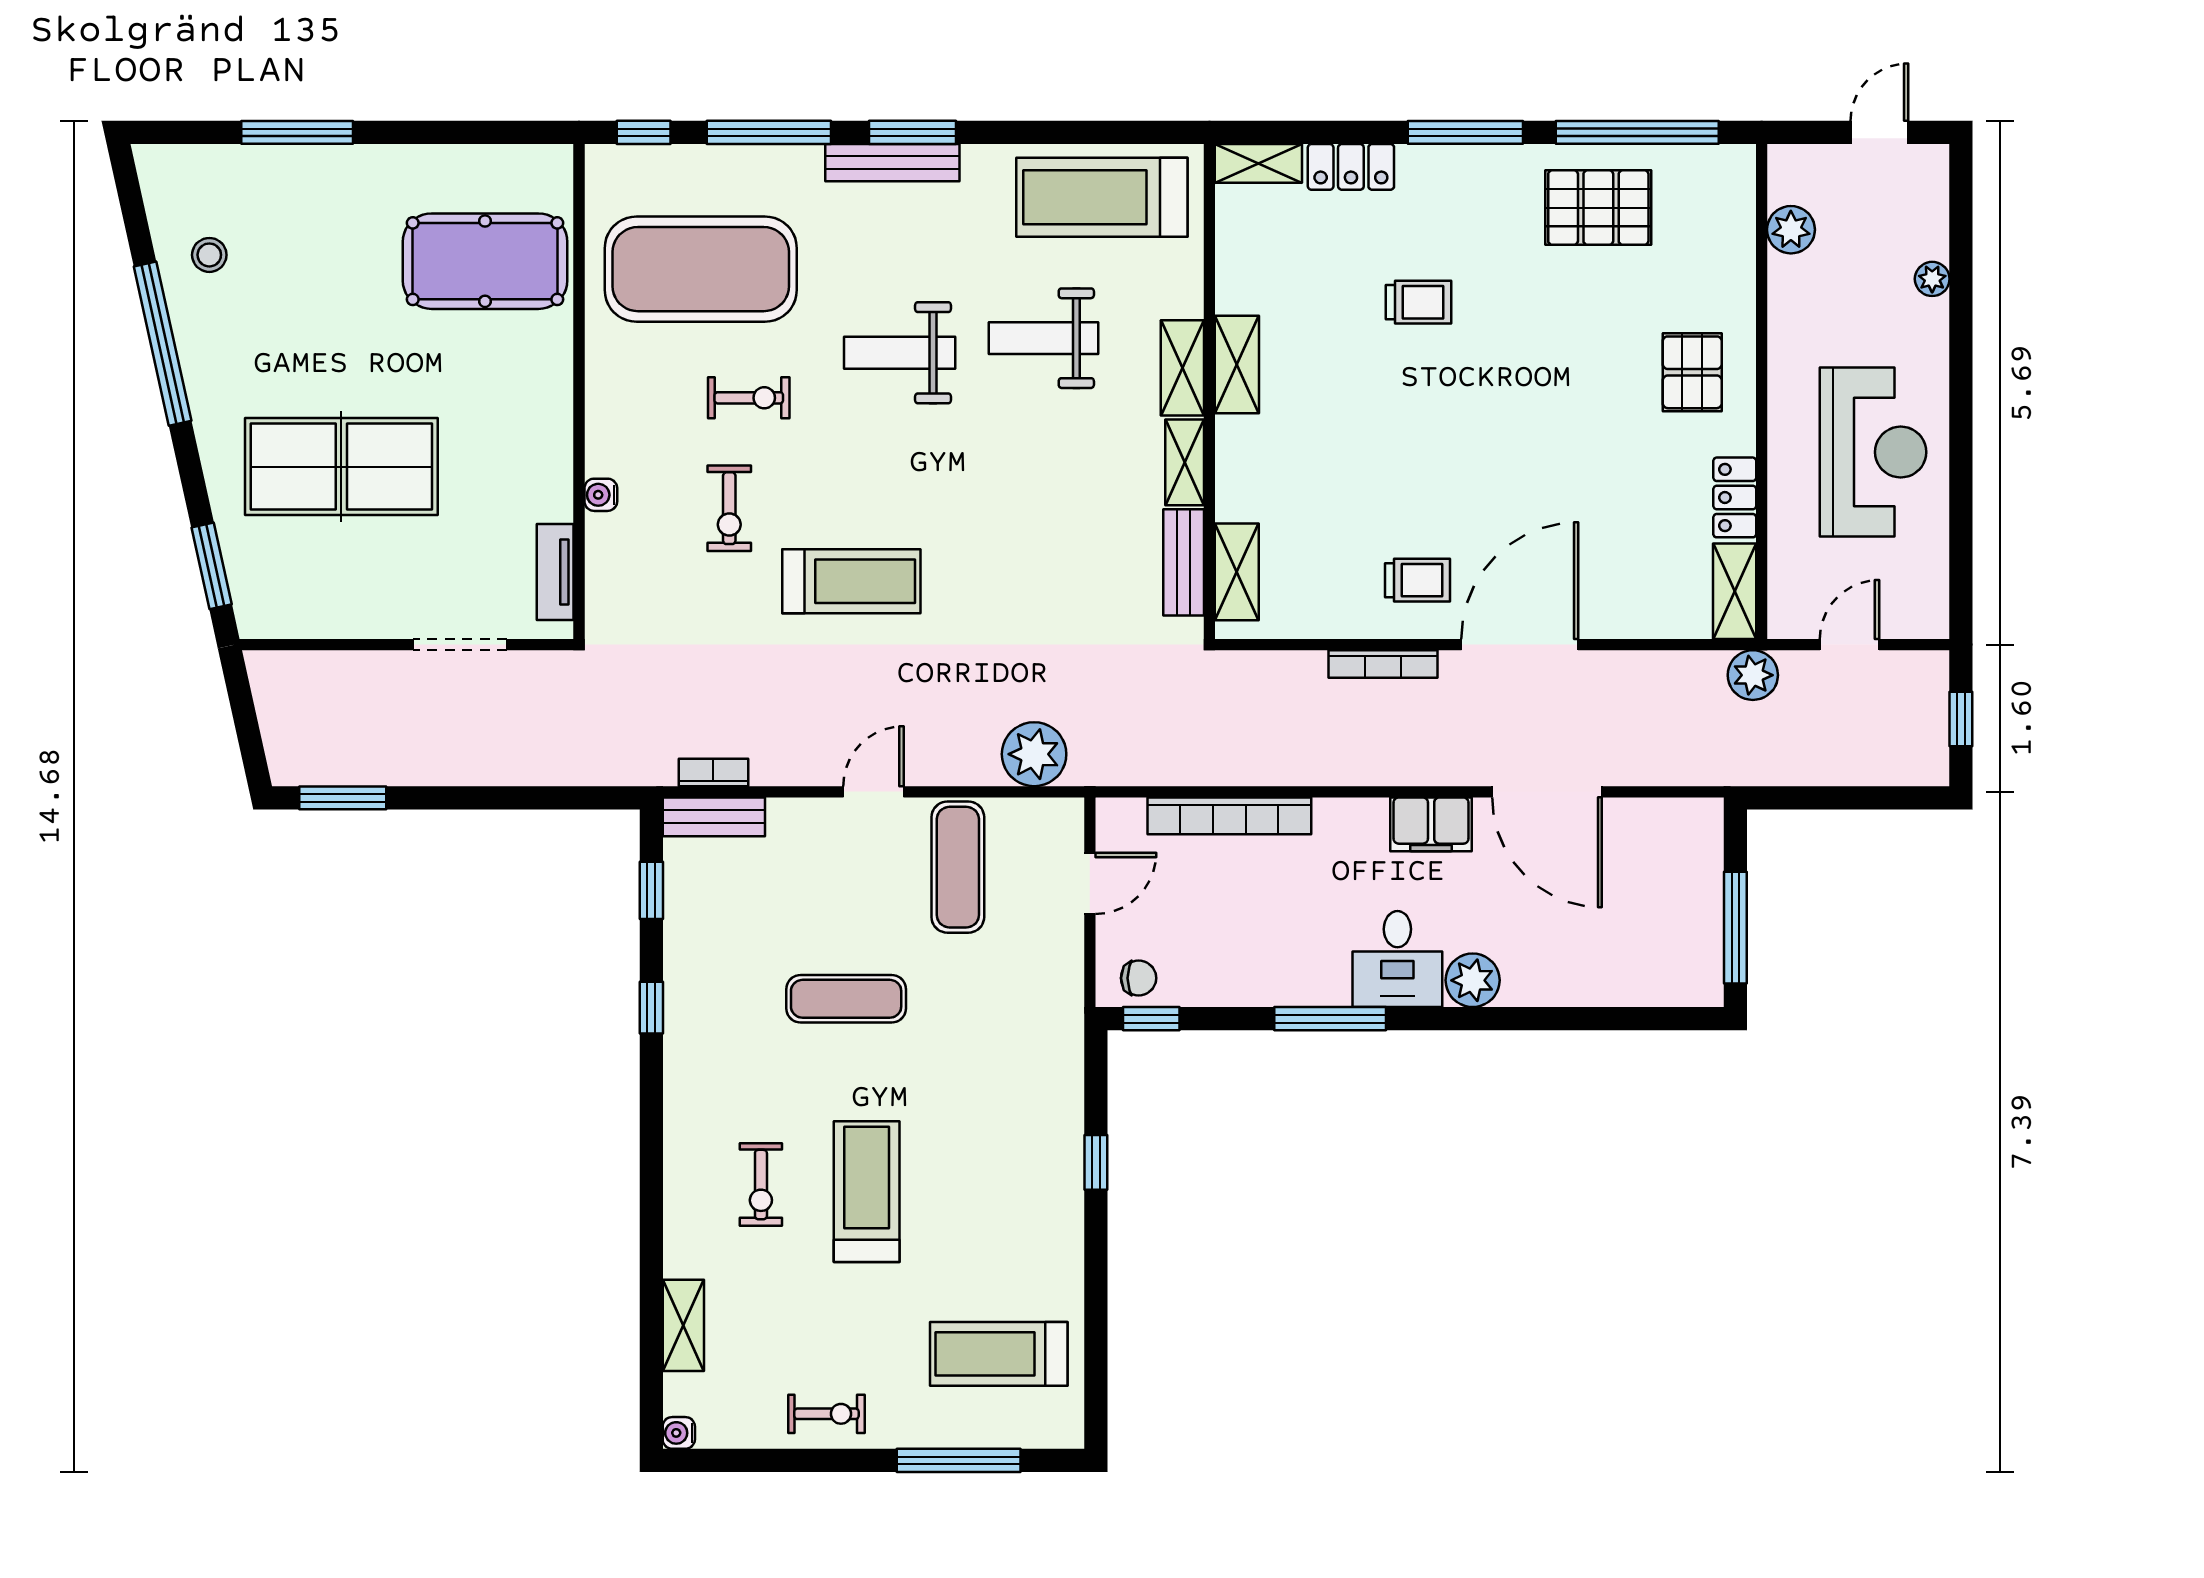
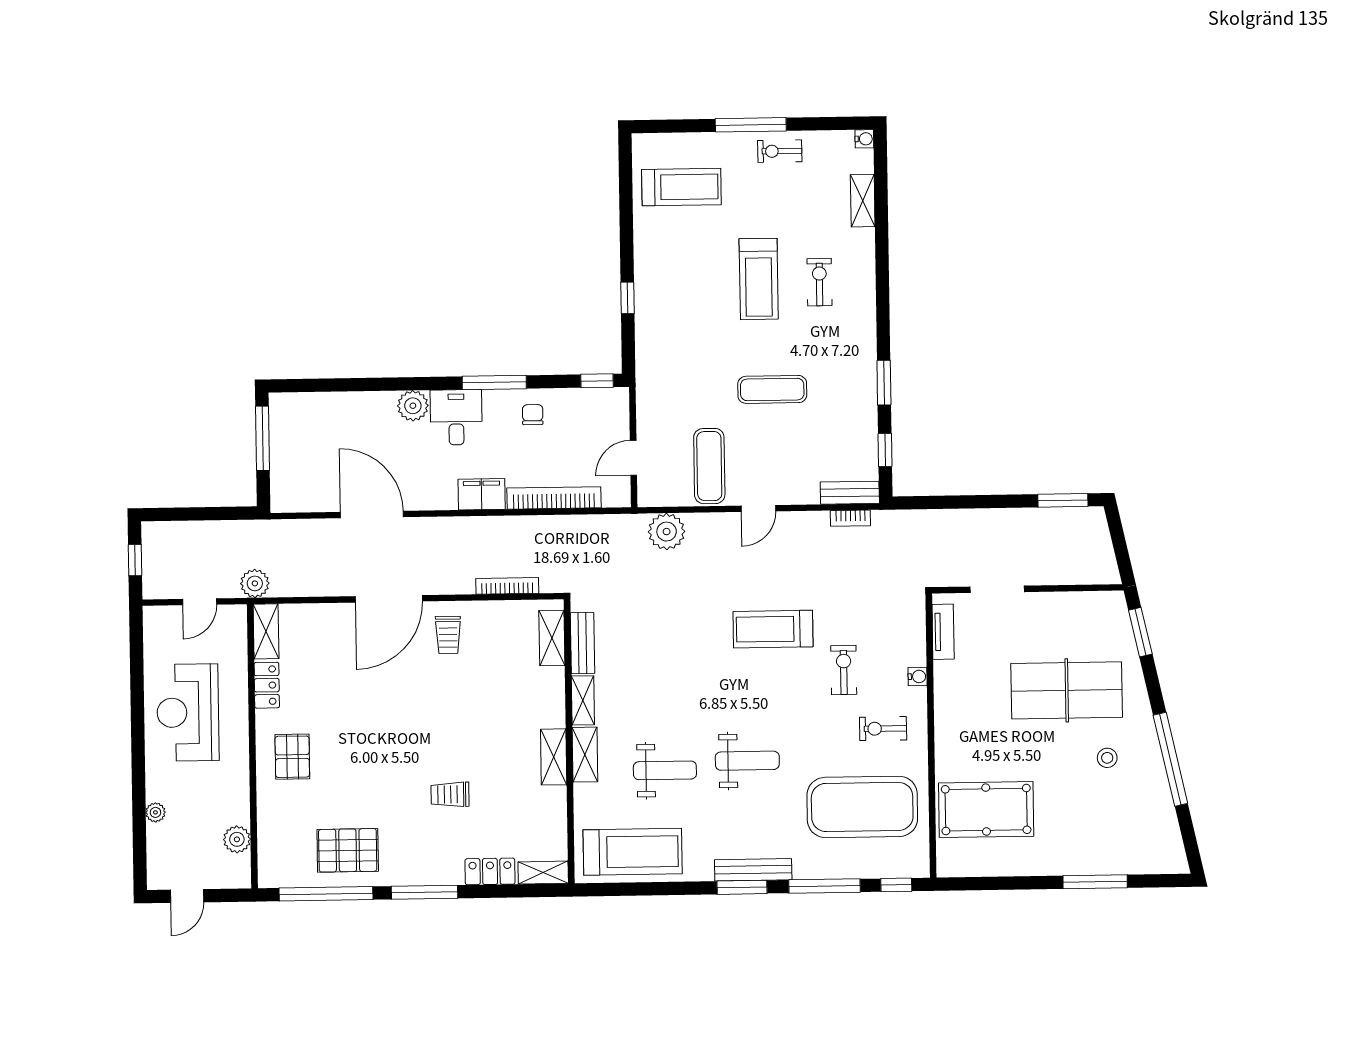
stool: (209, 255) -> (1107, 758), moved
exercise bike: (749, 398) -> (883, 729), moved
trolley: (1418, 580) -> (448, 635), turned -90
bookcase: (1383, 664) -> (507, 586), moved
filing cabinet: (1431, 824) -> (482, 494), moved
chair: (1139, 978) -> (533, 415), moved, turned 90
window: (651, 1008) -> (884, 383), width x1.50
window: (959, 1460) -> (751, 125), moved

